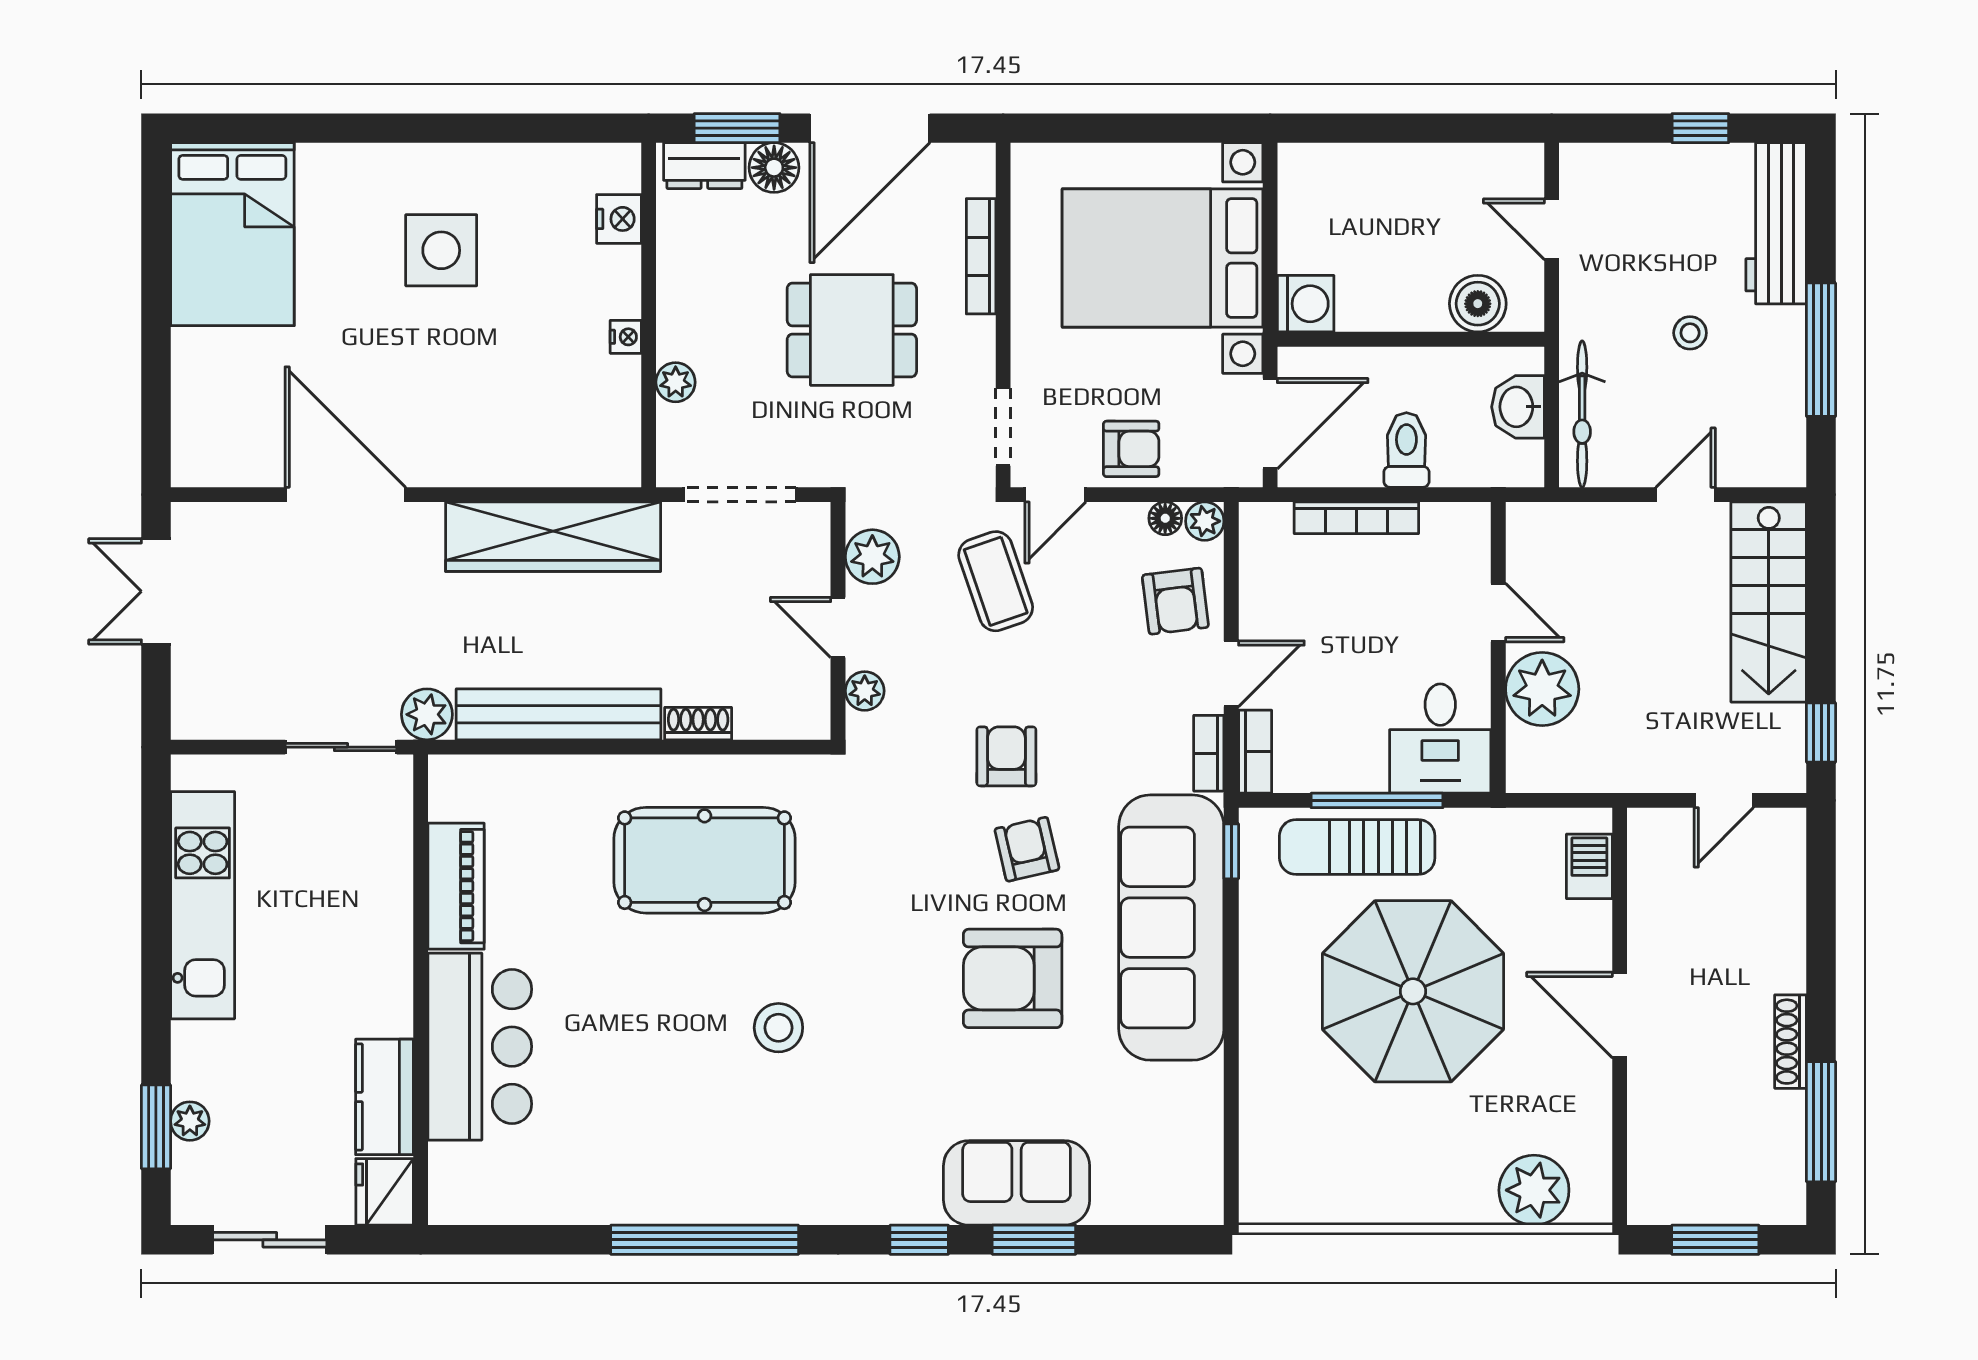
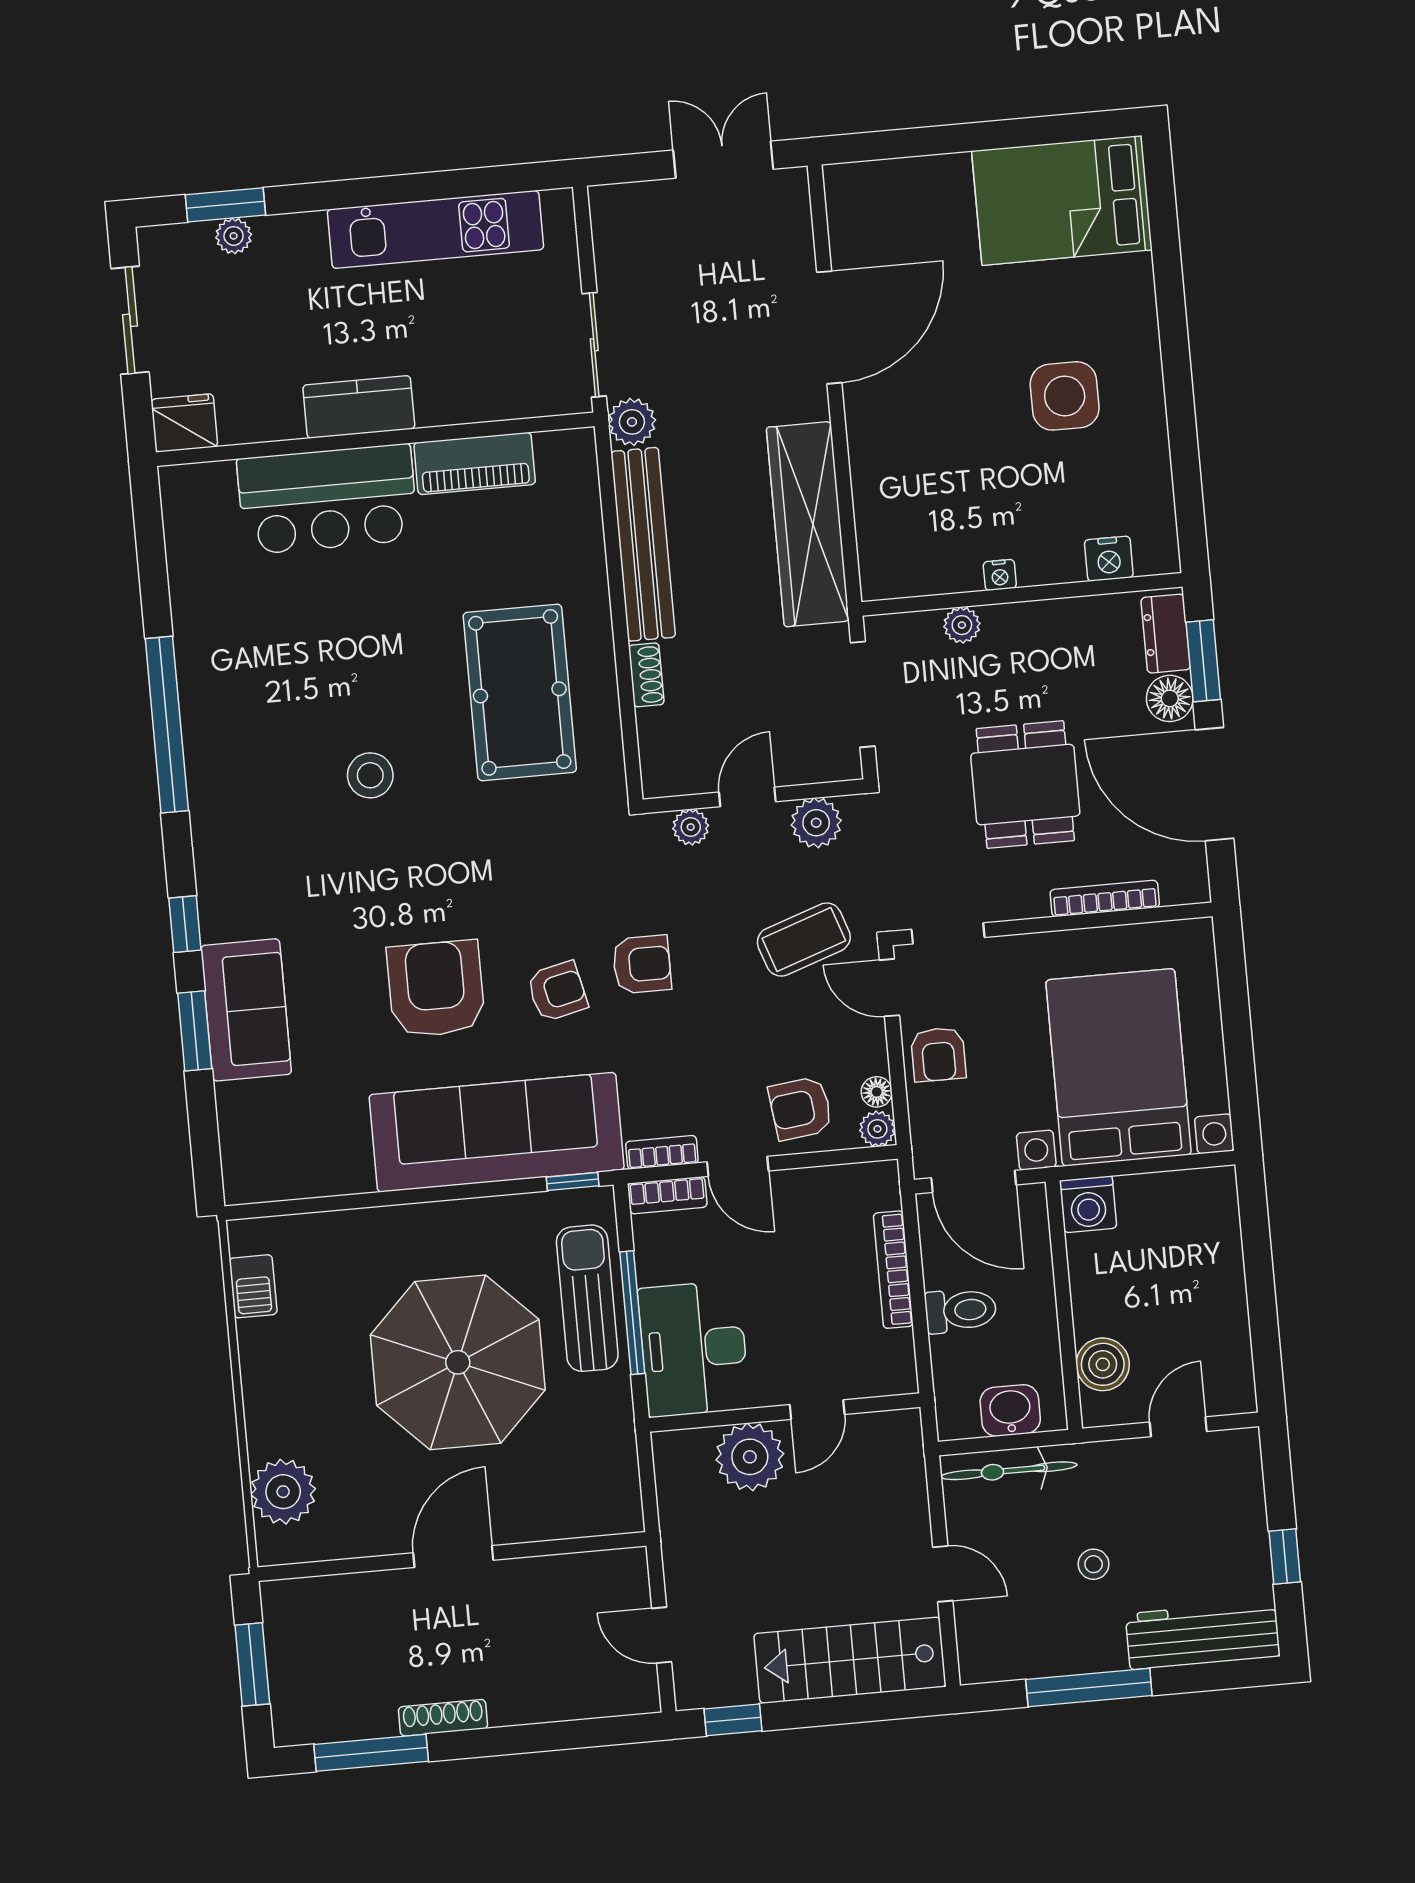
desk: (1440, 738) -> (694, 1349), width x1.37
barbecue: (1589, 866) -> (253, 1286), moved, turned 90
kitchen counter: (384, 1097) -> (359, 407), moved

